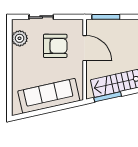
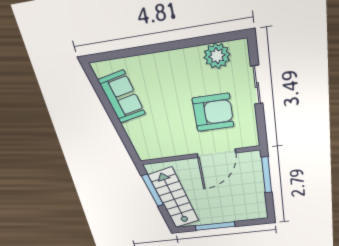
armchair: (55, 46) -> (213, 113), turned -90
sofa: (49, 96) -> (122, 97), width x0.54, depth x0.79

